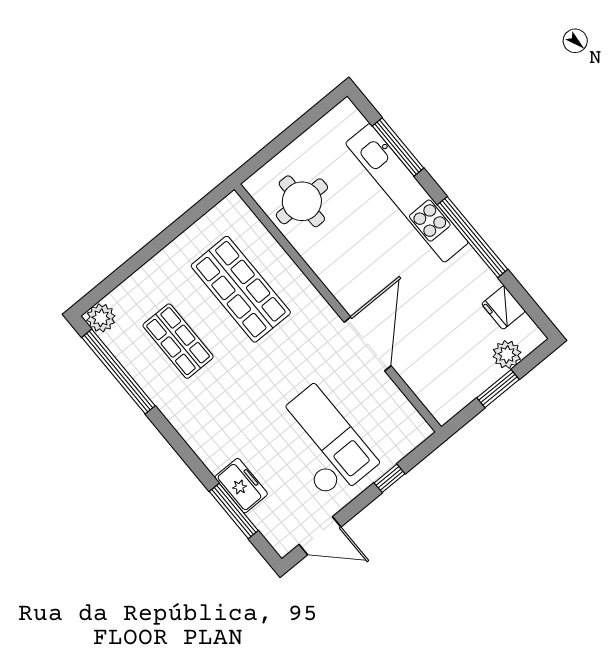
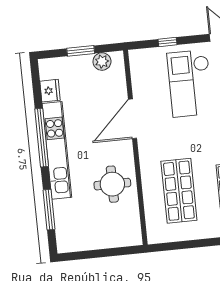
kitchen unit: (407, 193) -> (57, 150), moved
round table: (302, 201) -> (112, 184), moved
plant: (507, 354) -> (102, 62), moved

